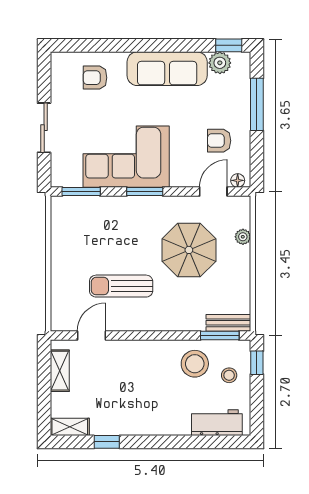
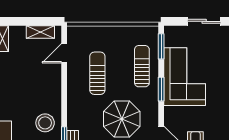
sun lounger: (111, 220) -> (142, 66), added
door: (92, 336) -> (64, 53), swing flipped

